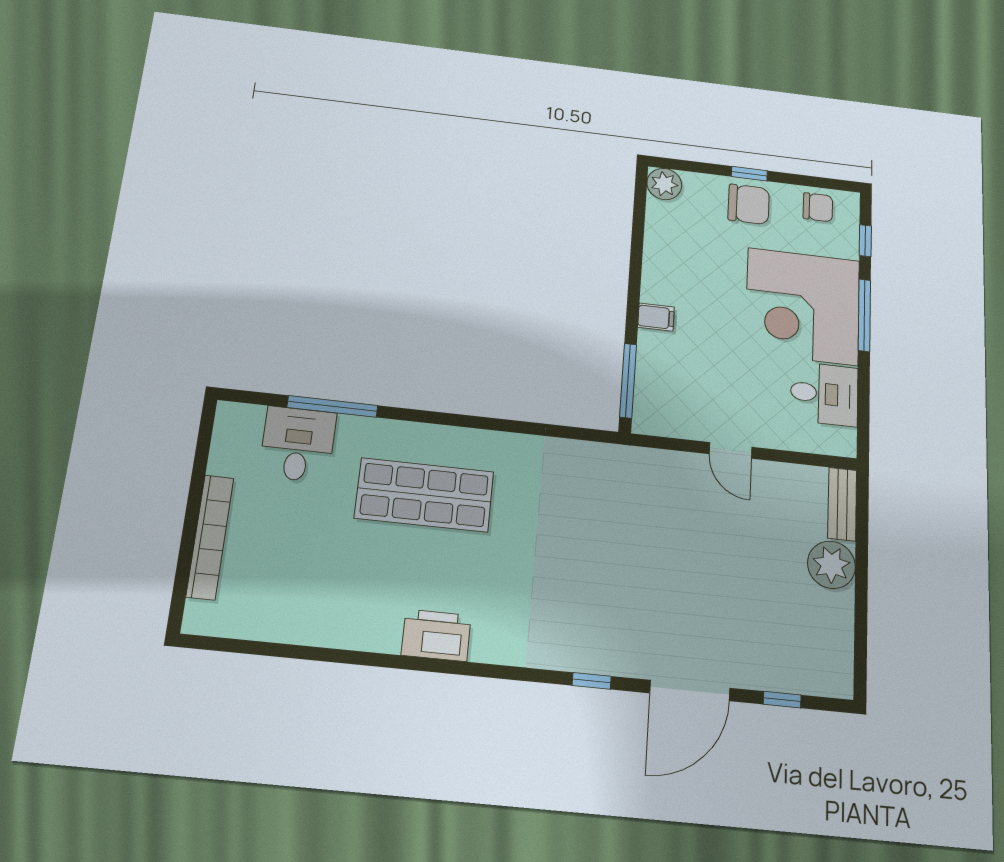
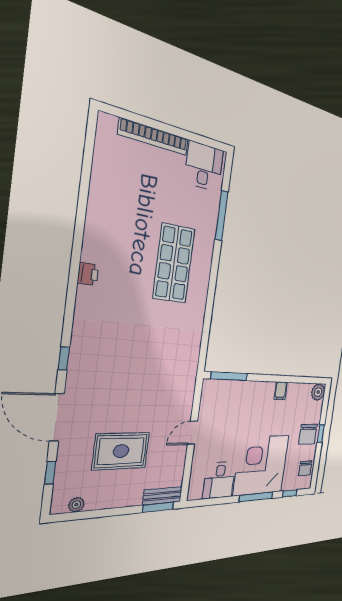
filing cabinet: (656, 317) -> (281, 391), moved
desk: (298, 444) -> (204, 166), moved, turned -90
window: (862, 512) -> (158, 507), added
plant: (831, 565) -> (76, 505), moved, width x0.53, depth x0.53
rug: (755, 582) -> (121, 451), added
printer: (436, 635) -> (88, 274), width x0.53, depth x0.68

